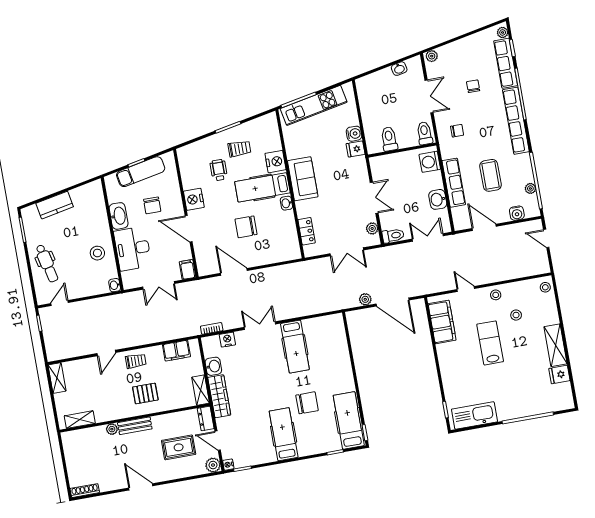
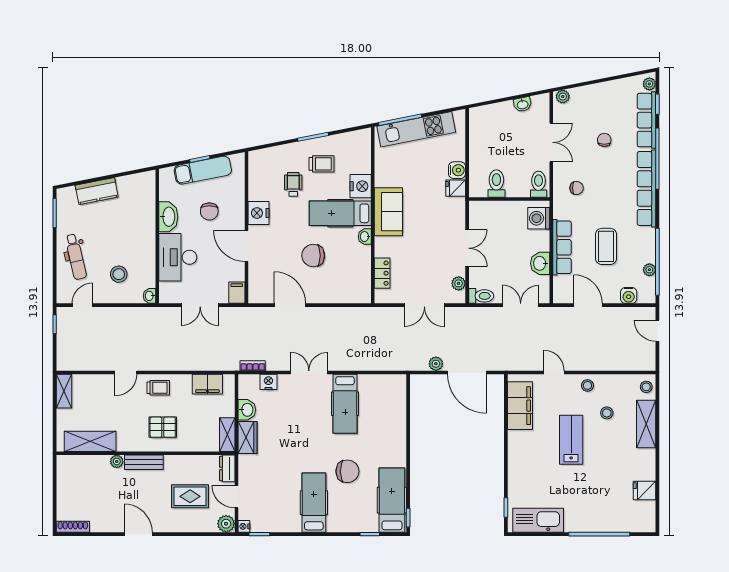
stool: (97, 253) -> (119, 274), moved
shelving: (555, 345) -> (646, 424), moved
wardrobe: (219, 396) -> (247, 438), width x0.67
shelving: (80, 420) -> (90, 441), width x1.50, depth x1.33

